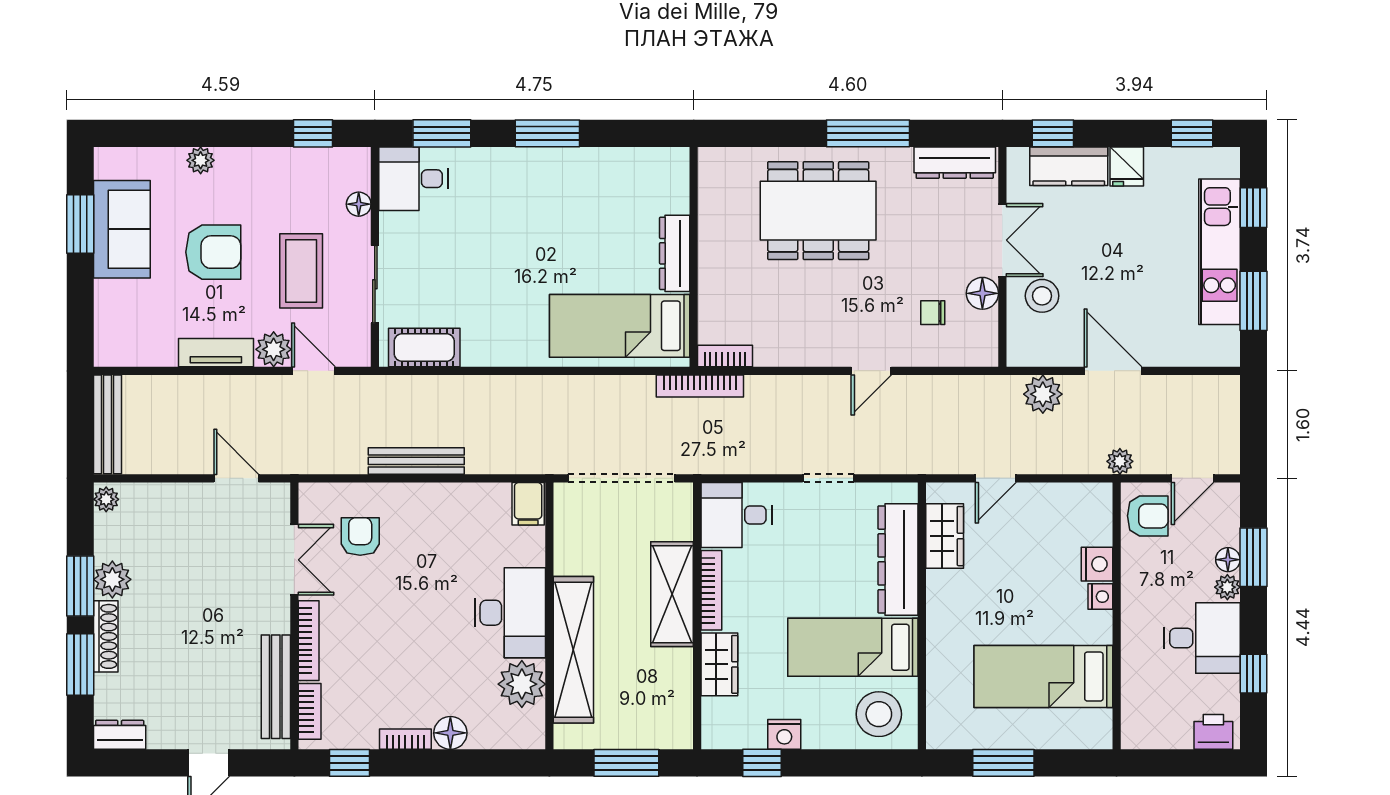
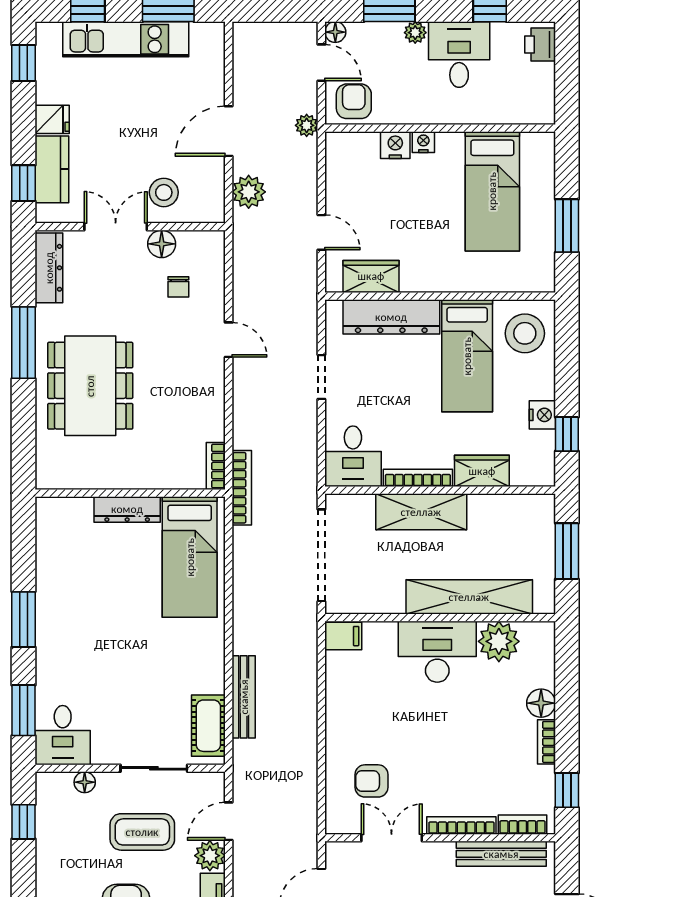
bench: (416, 461) -> (244, 697), moved
floor lamp: (1228, 560) -> (335, 32), moved

